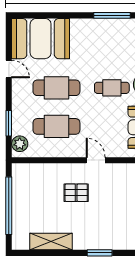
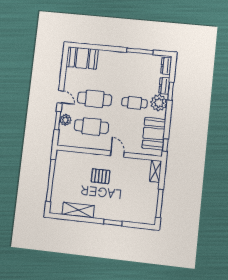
booth: (41, 39) -> (82, 58), width x0.73, depth x0.70
door: (9, 69) -> (60, 97), moved
plant: (20, 144) -> (66, 120), moved

